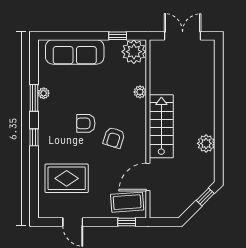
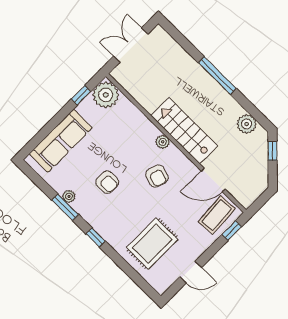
plant: (140, 92) -> (163, 142), moved
window: (219, 112) -> (217, 76), added
armchair: (86, 123) -> (107, 182), moved, turned -90
plant: (206, 143) -> (247, 124), moved
door: (148, 177) -> (213, 180), hinge flipped

